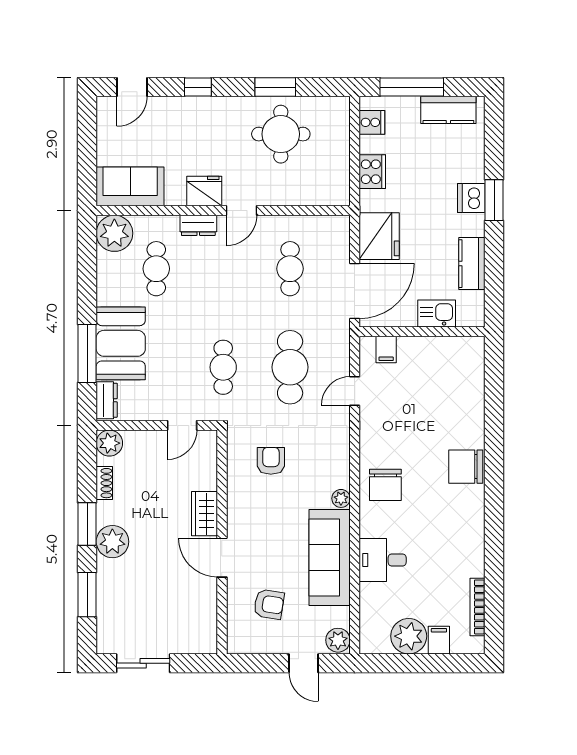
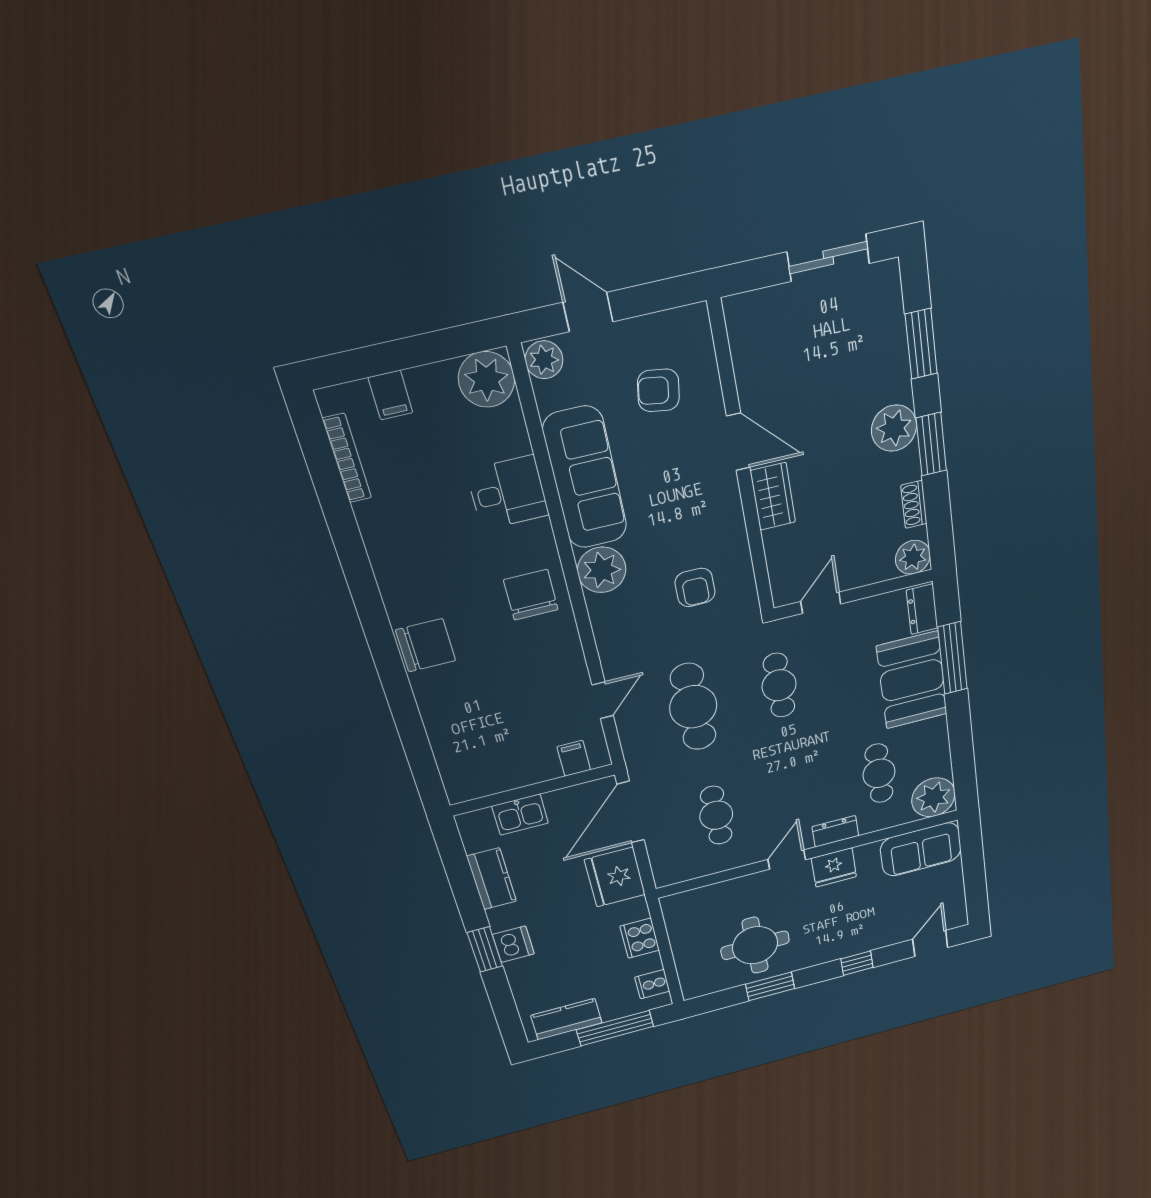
plant: (341, 498) -> (602, 570), width x1.88, depth x1.88
plant: (409, 636) -> (486, 379), moved

